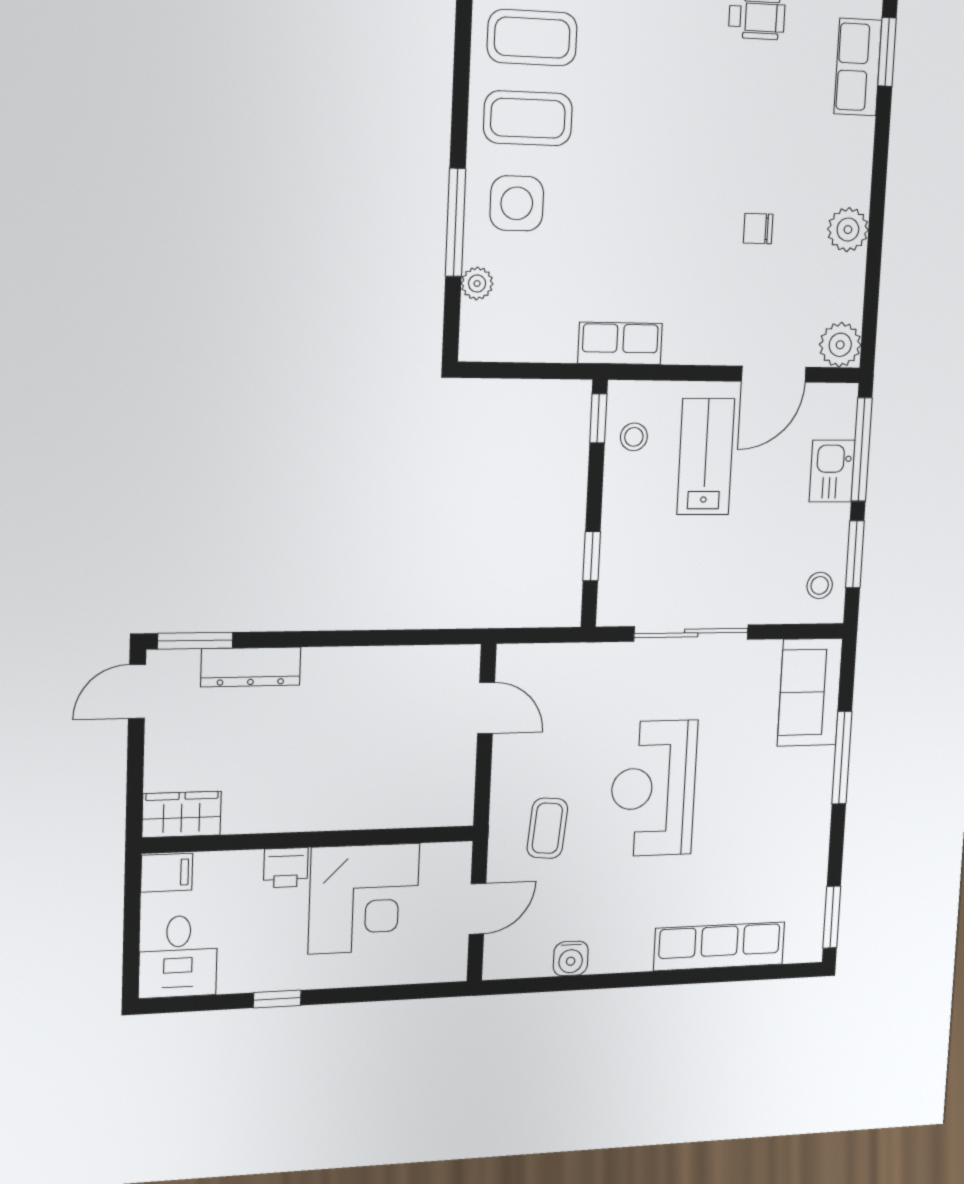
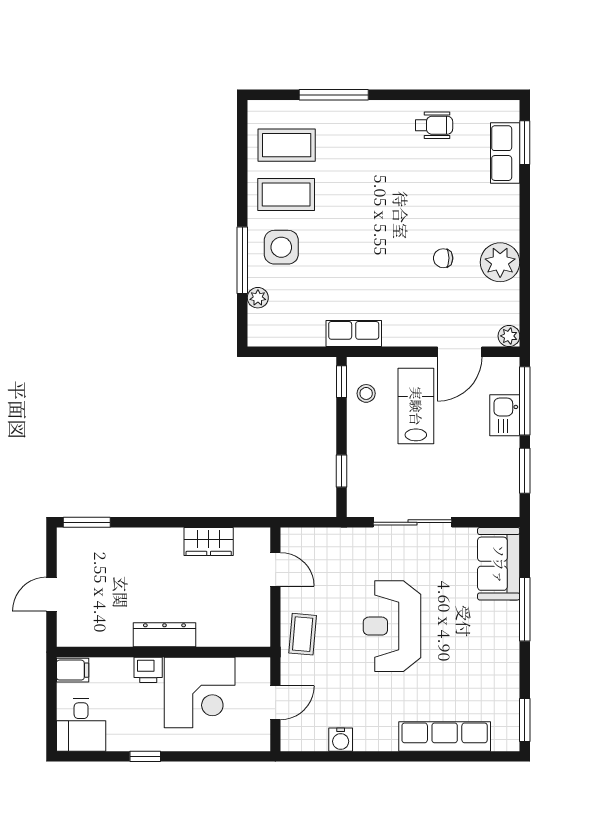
plant: (848, 230) -> (500, 262), width x1.36, depth x1.36
plant: (840, 345) -> (509, 336), width x0.73, depth x0.73
stool: (820, 585) -> (501, 492), removed
dresser: (251, 667) -> (164, 635), moved, turned 180
door: (137, 691) -> (51, 594), moved
wardrobe: (182, 814) -> (209, 542), moved, turned 180
coffee table: (547, 828) -> (303, 634), moved

